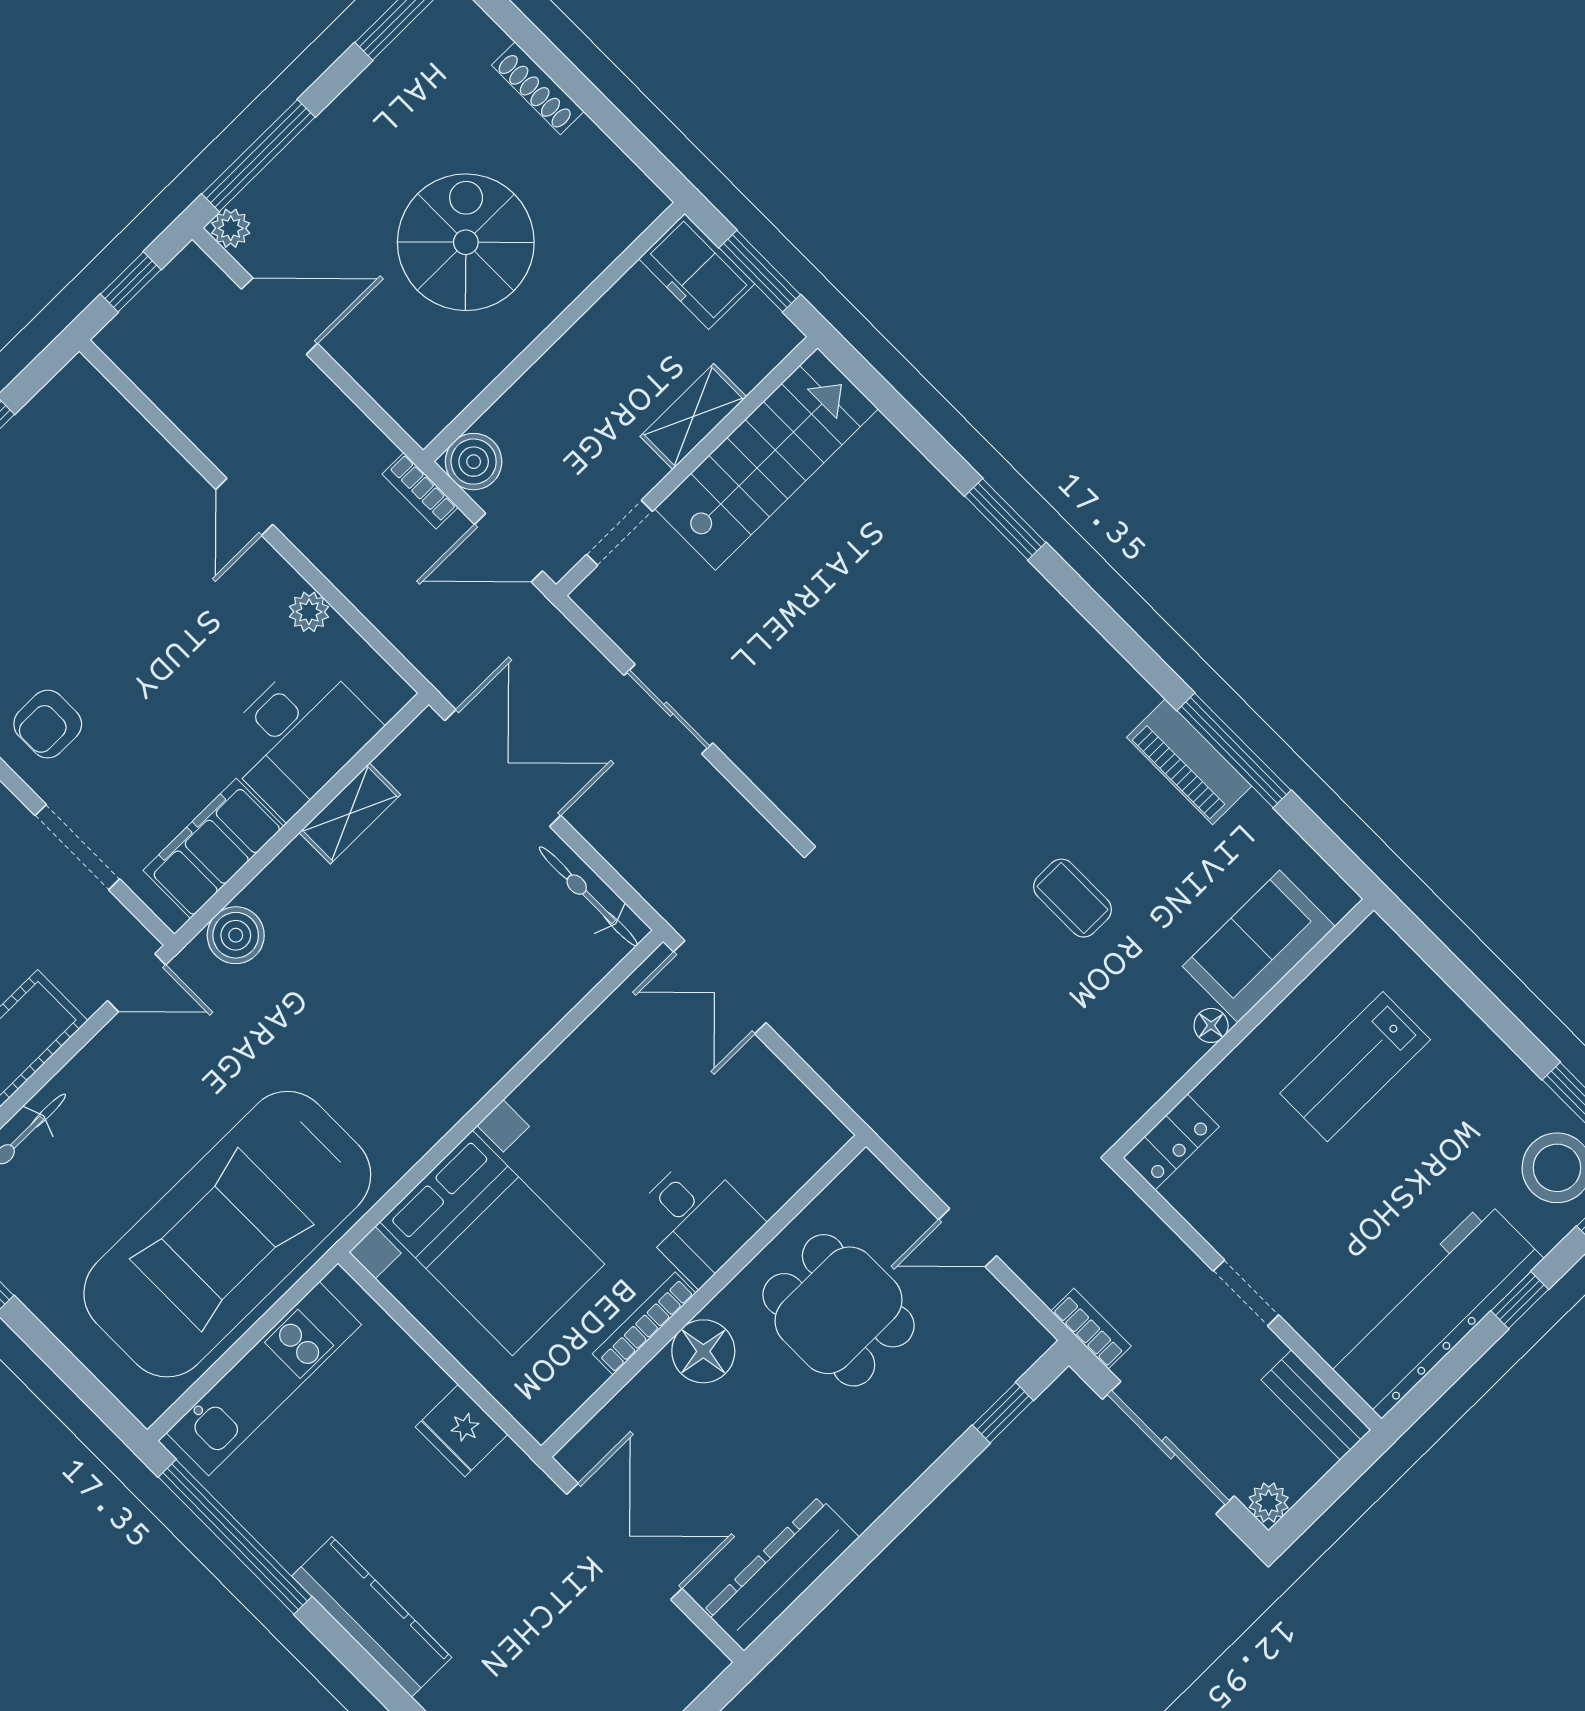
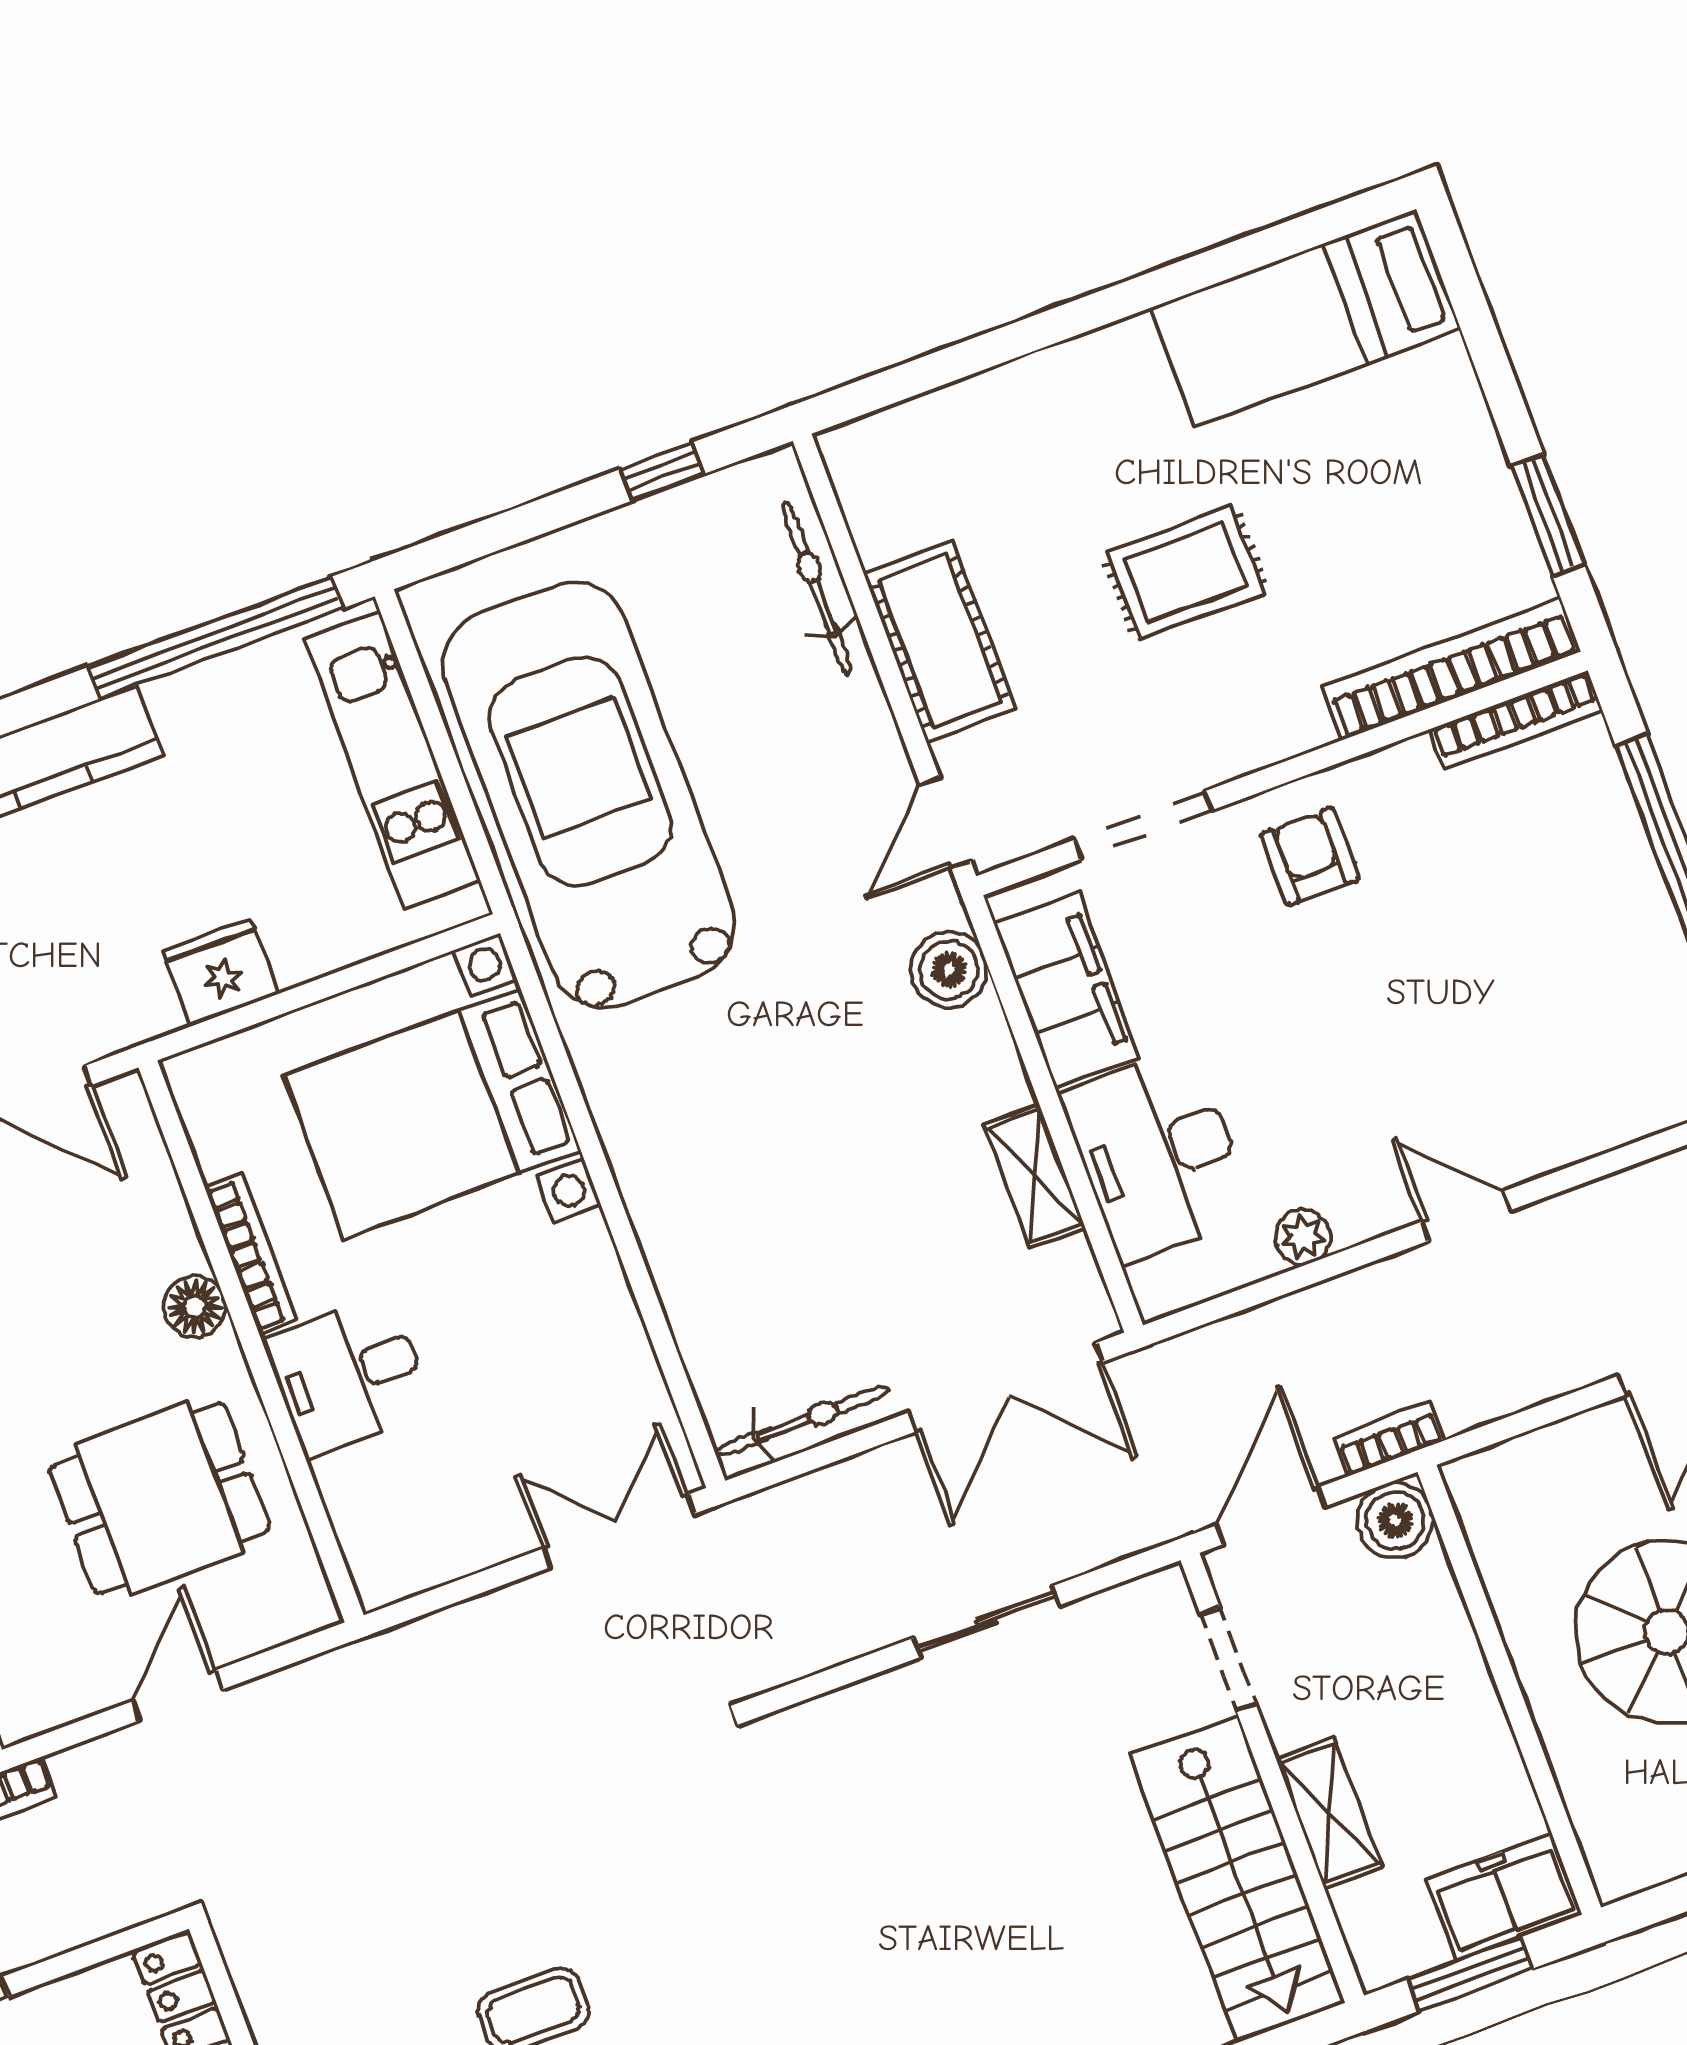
floor lamp: (703, 1351) -> (195, 1307), width x0.73, depth x0.73

